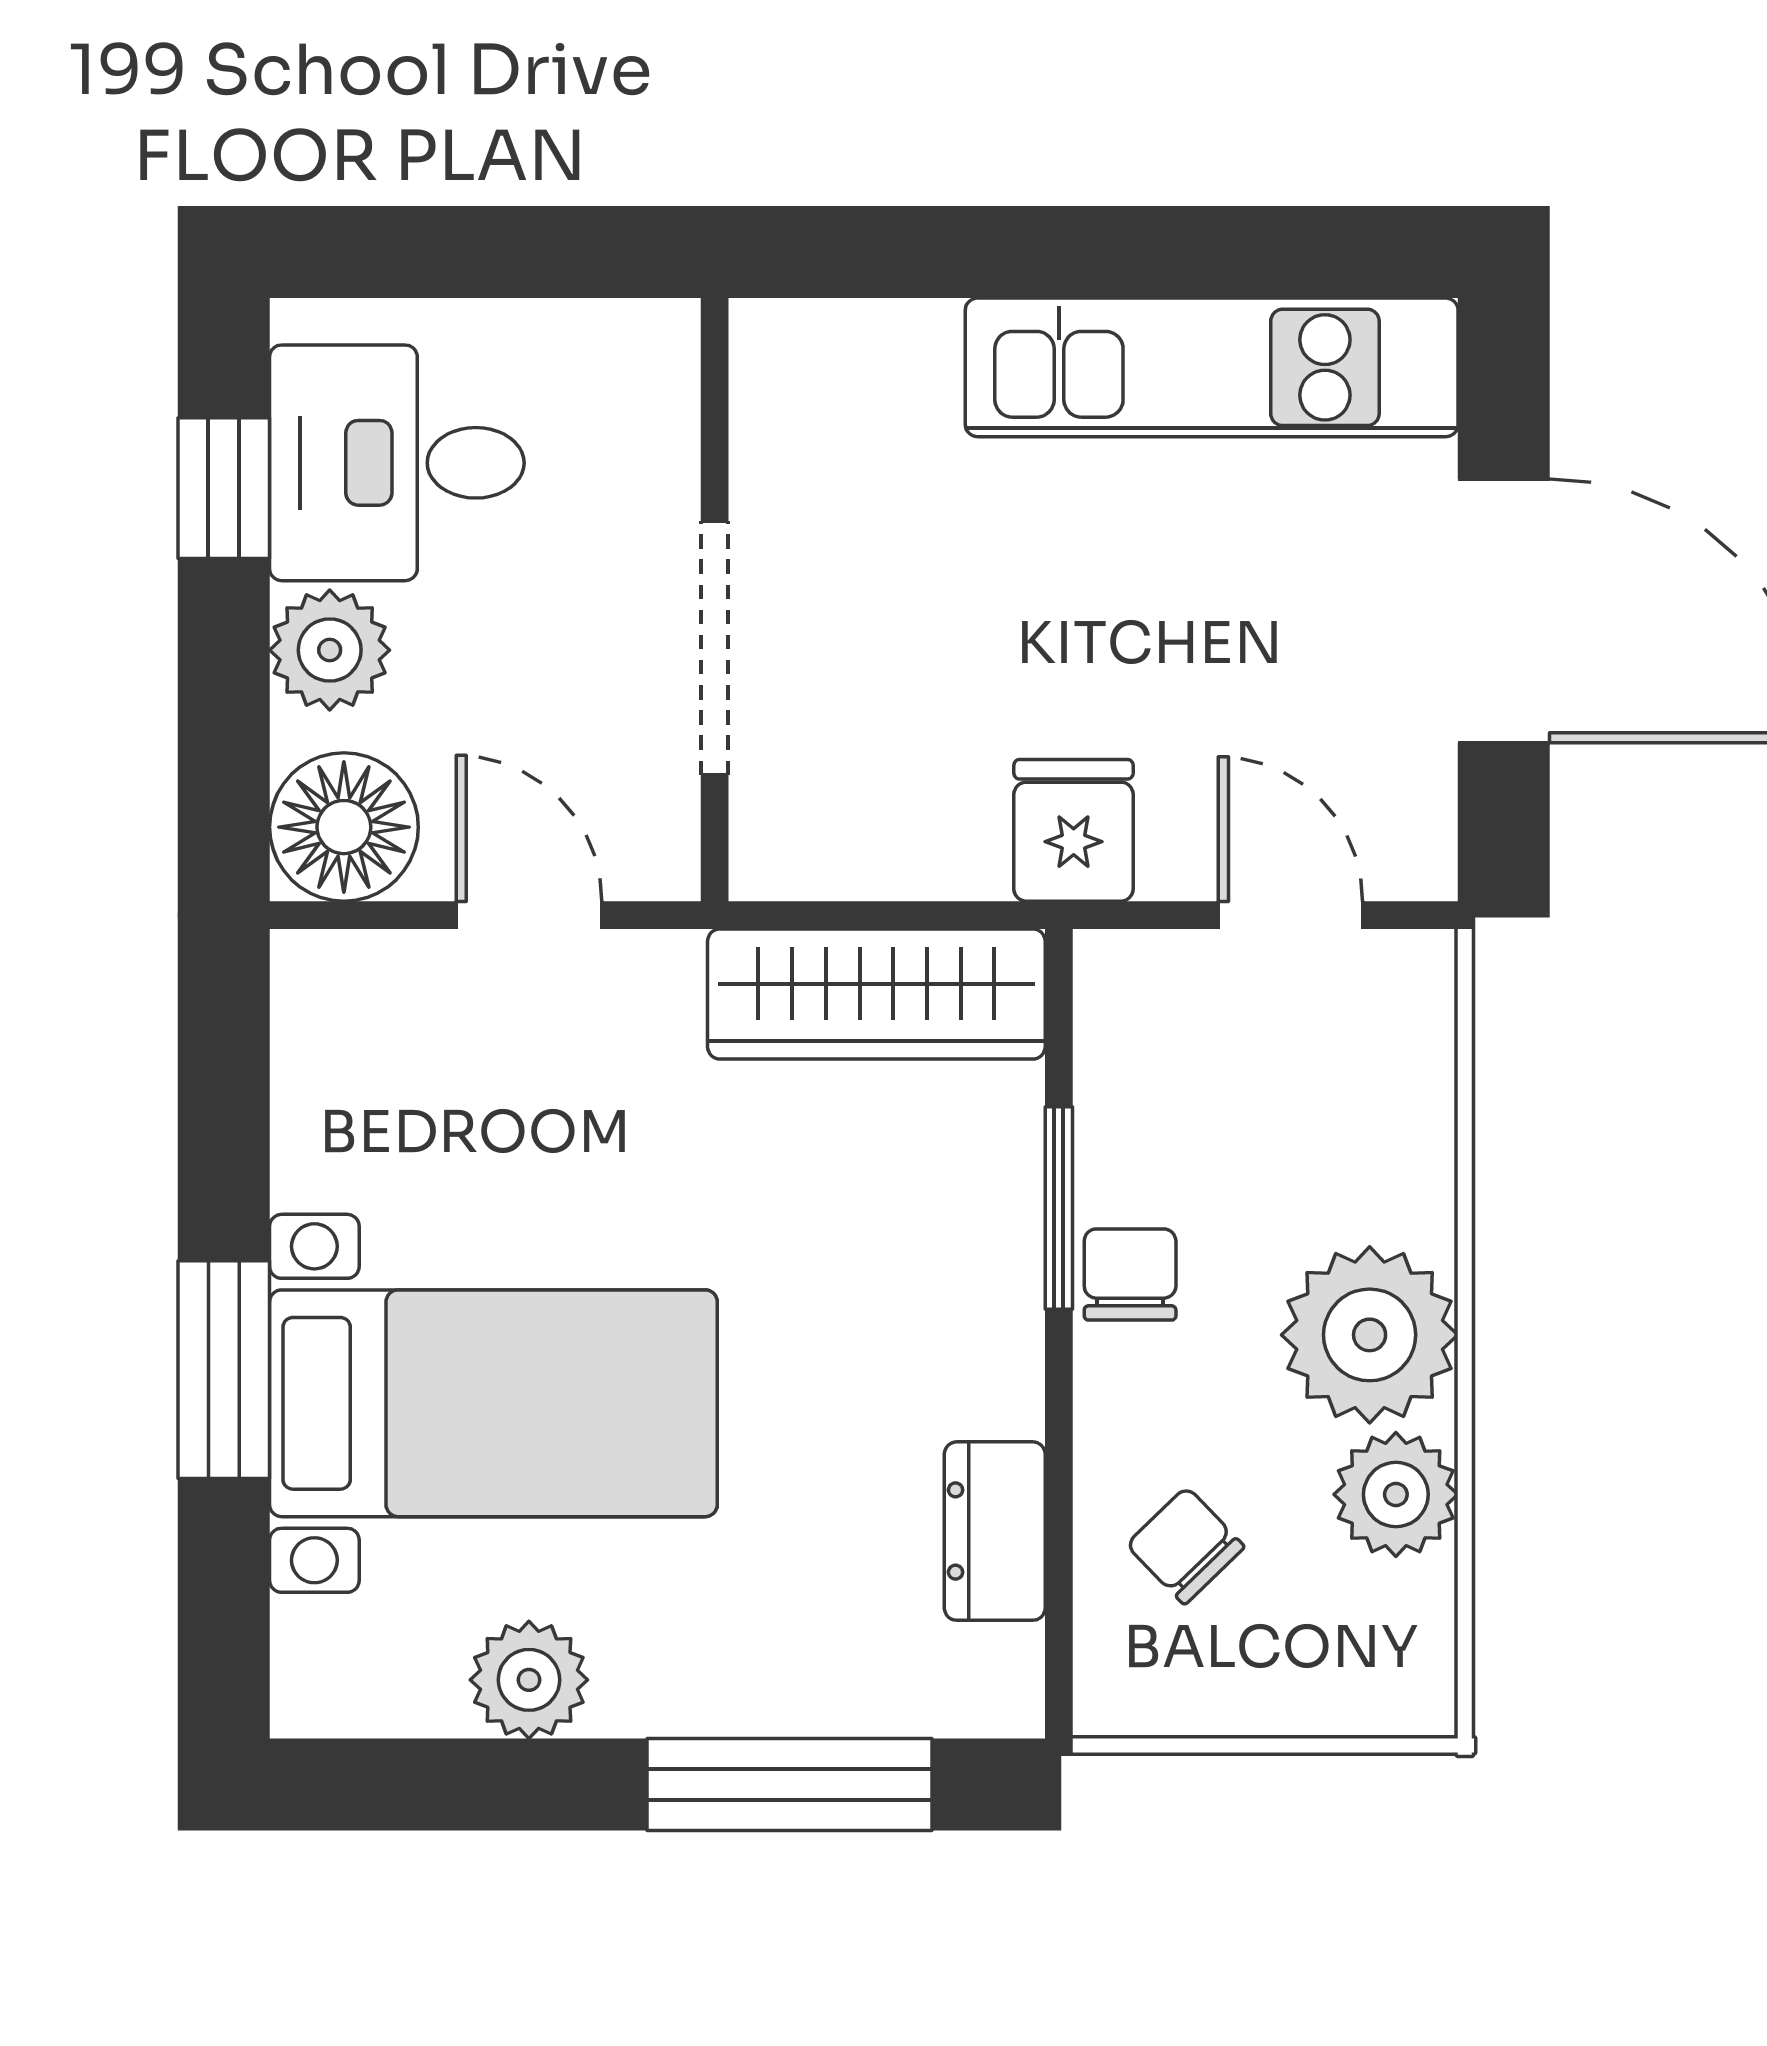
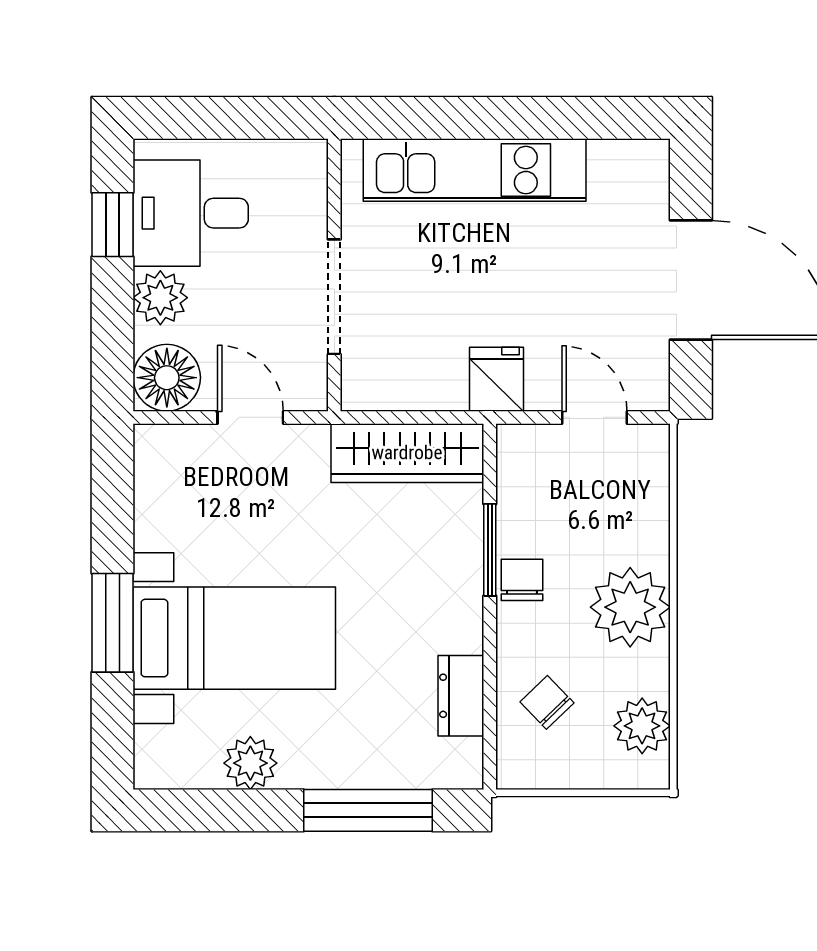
kitchen unit: (1212, 367) -> (475, 170), moved
plant: (1396, 1494) -> (642, 726), moved

